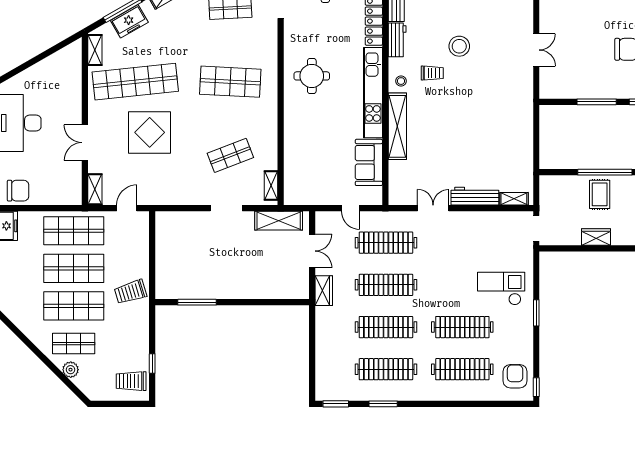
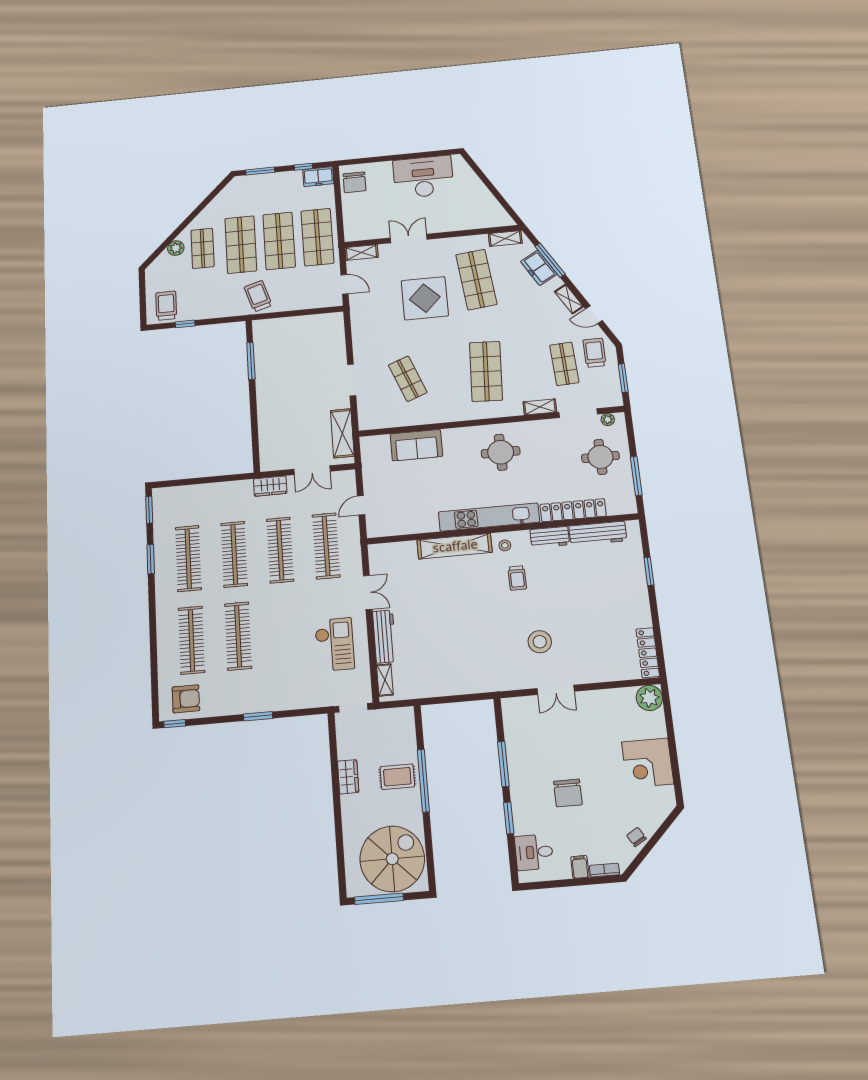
stool: (459, 46) -> (540, 642), moved
shop shelf: (135, 82) -> (476, 279), width x0.71
sofa: (369, 162) -> (416, 445), moved, turned 180
shelving: (271, 186) -> (540, 407), moved
checkout: (501, 289) -> (334, 644), moved

